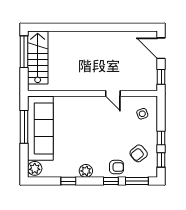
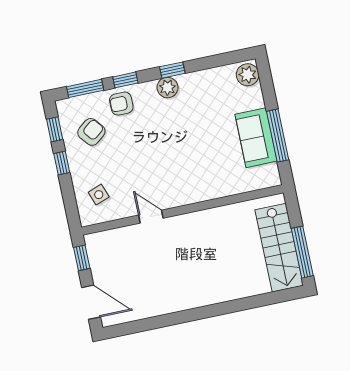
sofa: (40, 128) -> (256, 138), width x0.54, depth x0.79
window: (68, 181) -> (172, 70), moved

